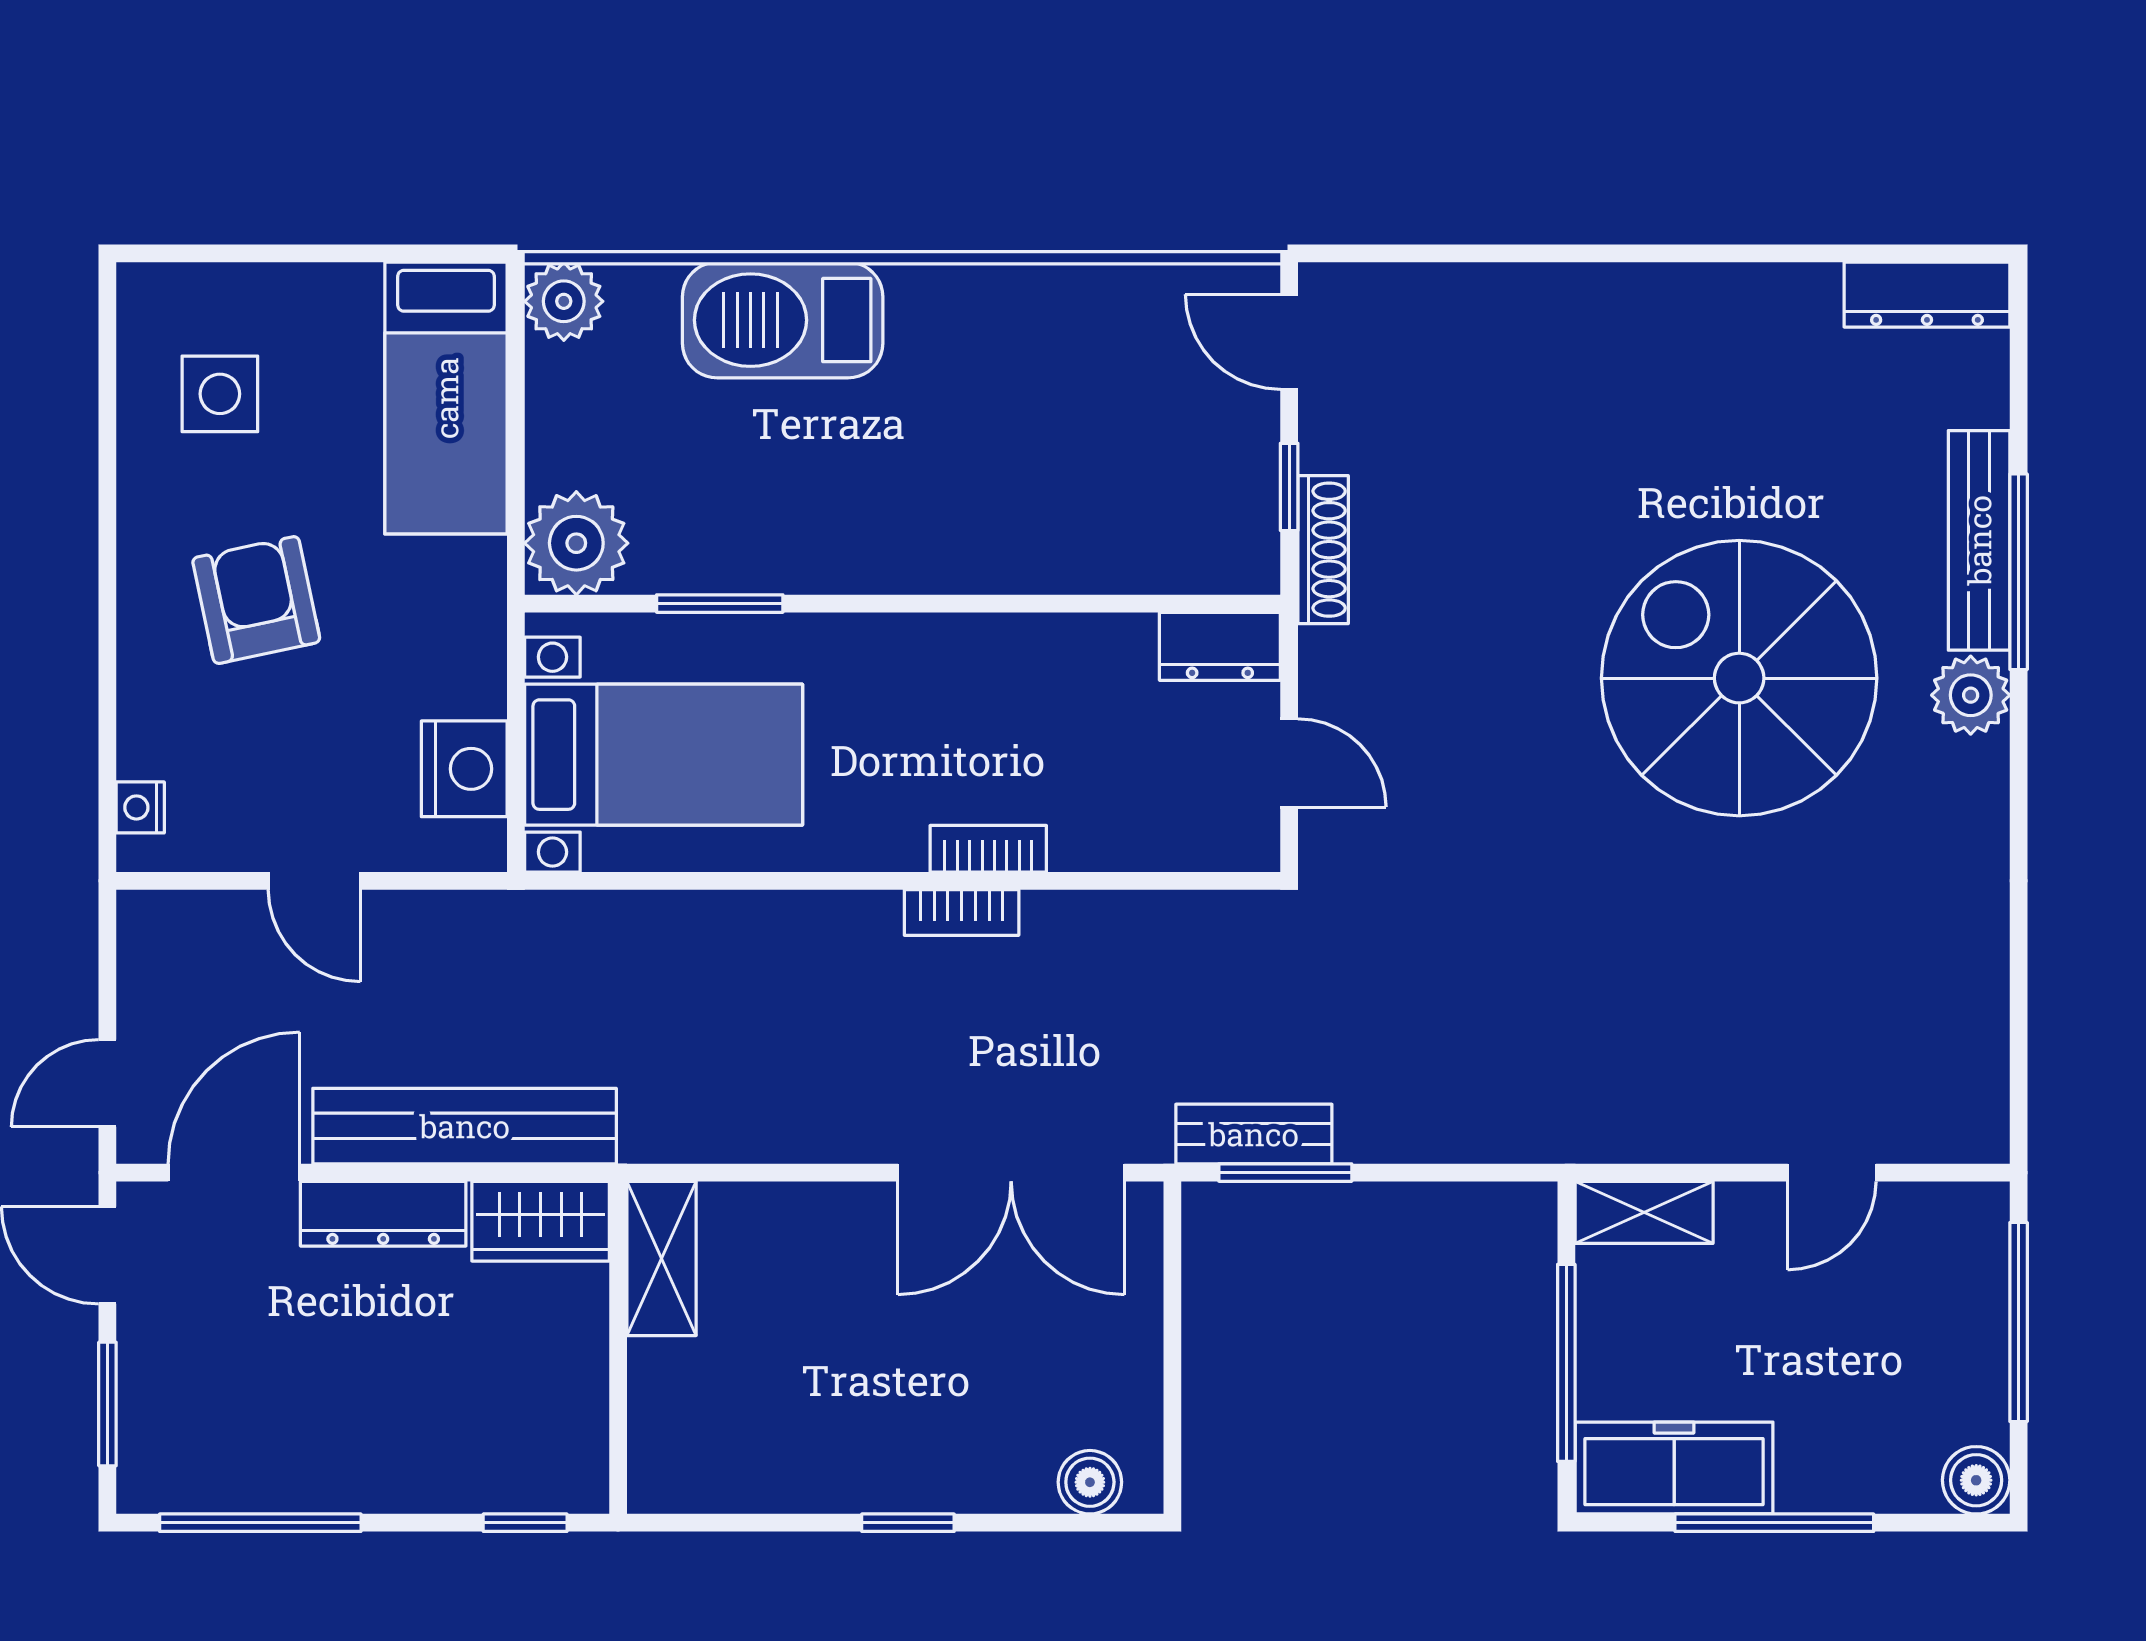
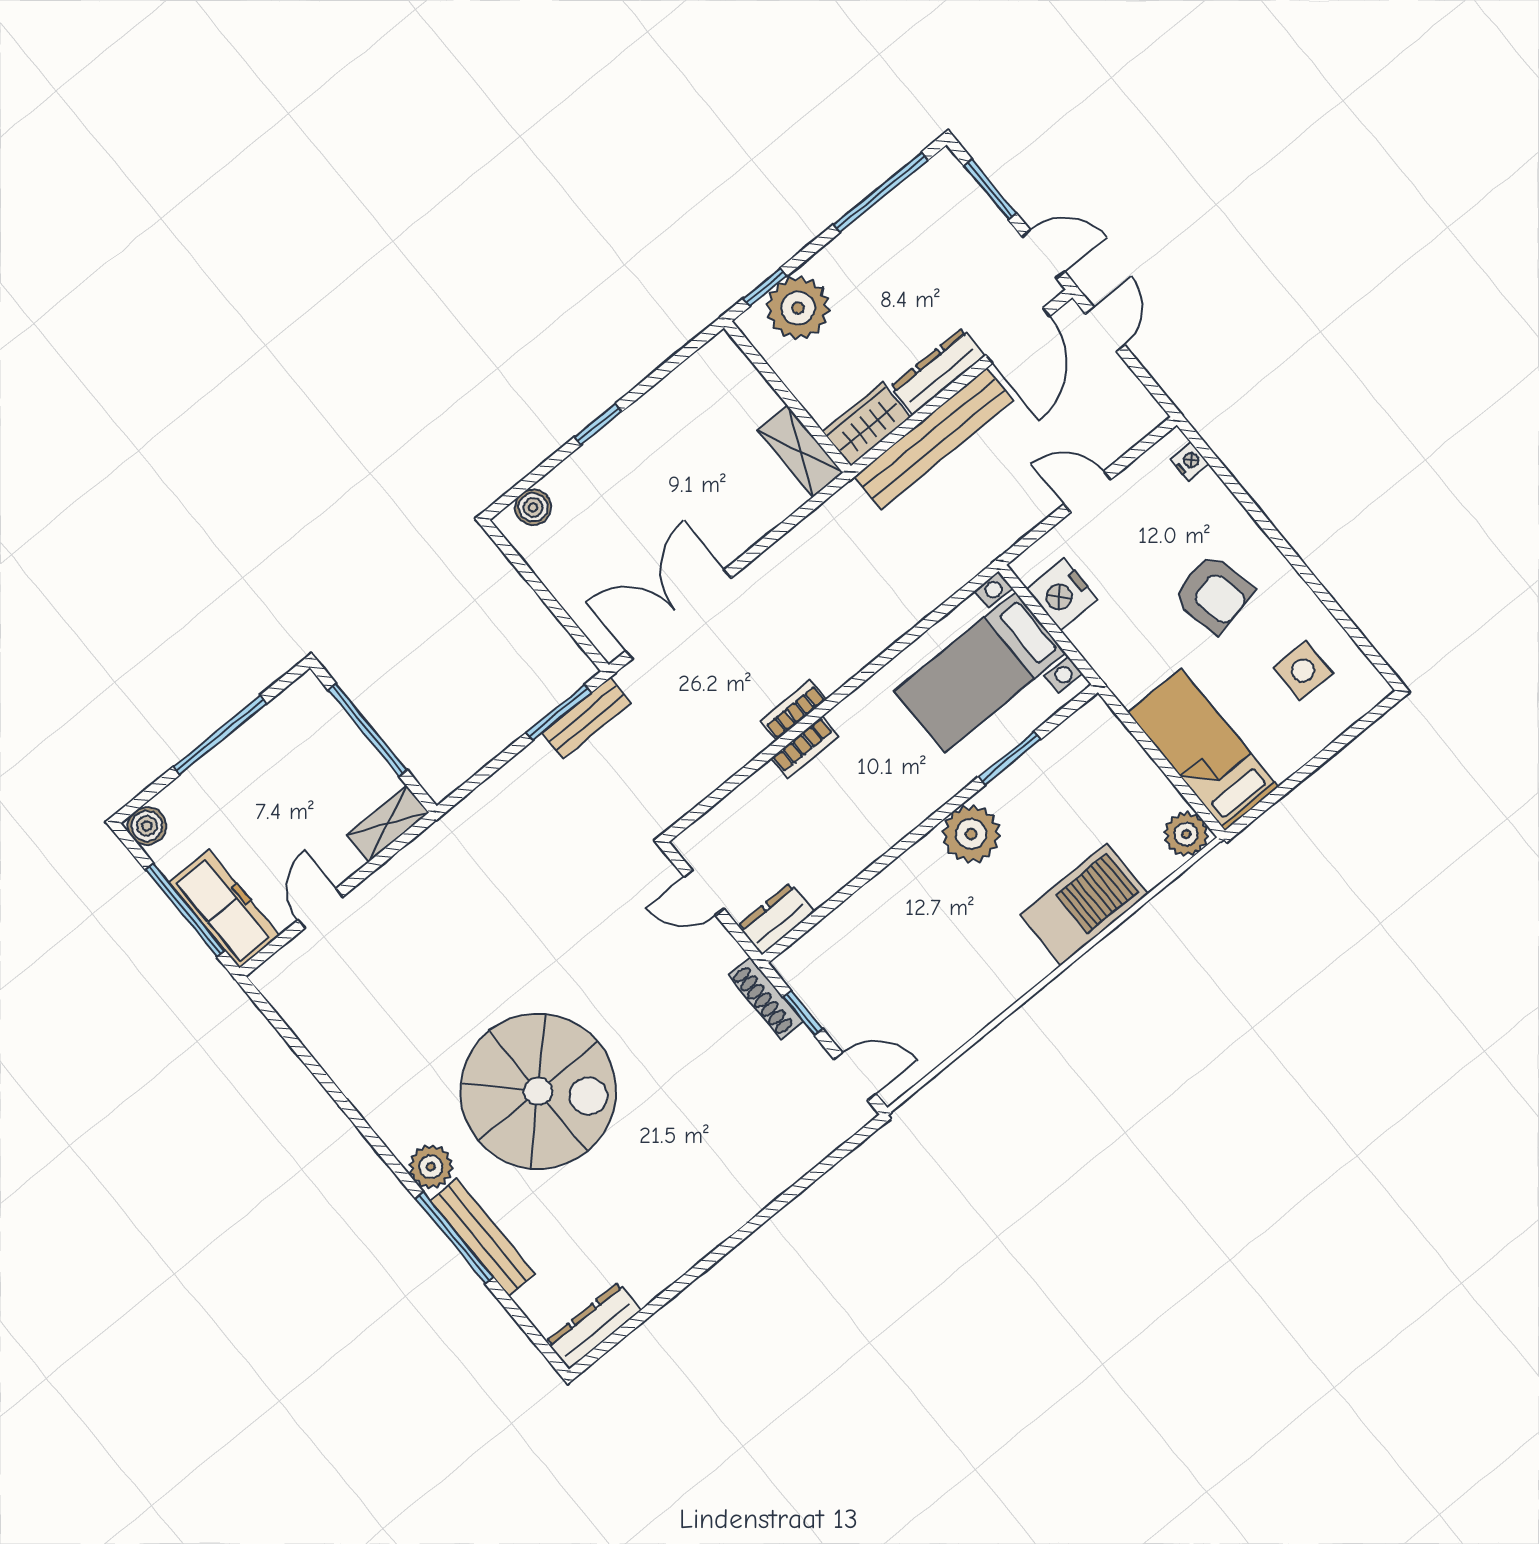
plant: (576, 543) -> (971, 834), moved
plant: (503, 1457) -> (798, 308), added
freezer: (1674, 1468) -> (224, 909), moved, turned -90

